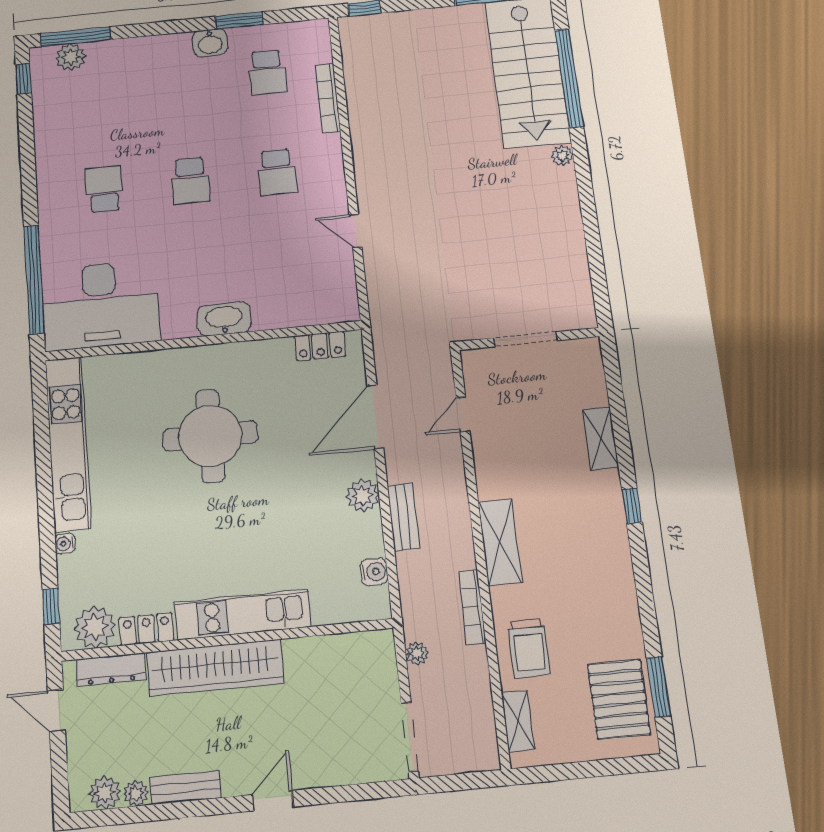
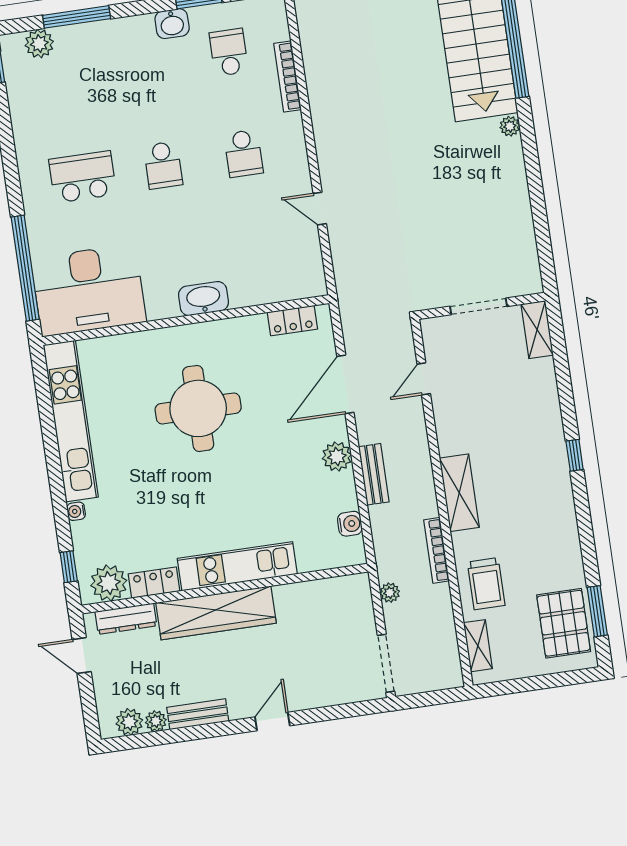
window: (75, 37) -> (77, 17), moved
school desk: (267, 72) -> (229, 52), turned 180
school desk: (104, 189) -> (83, 177), width x1.85
shelving: (601, 438) -> (537, 330), moved

